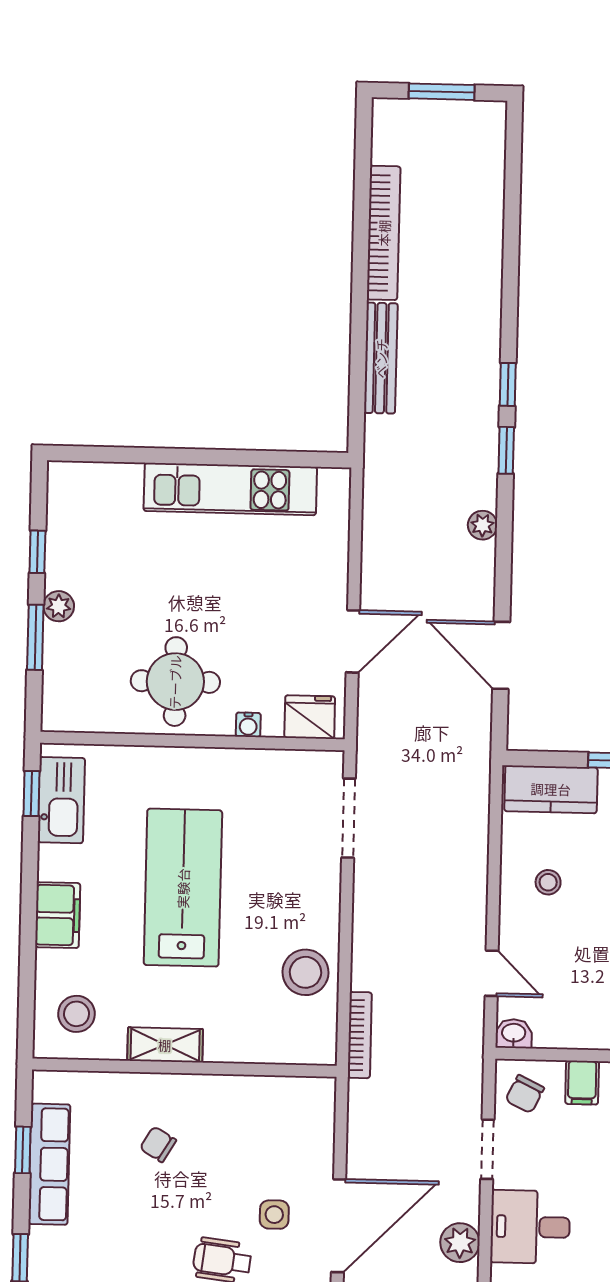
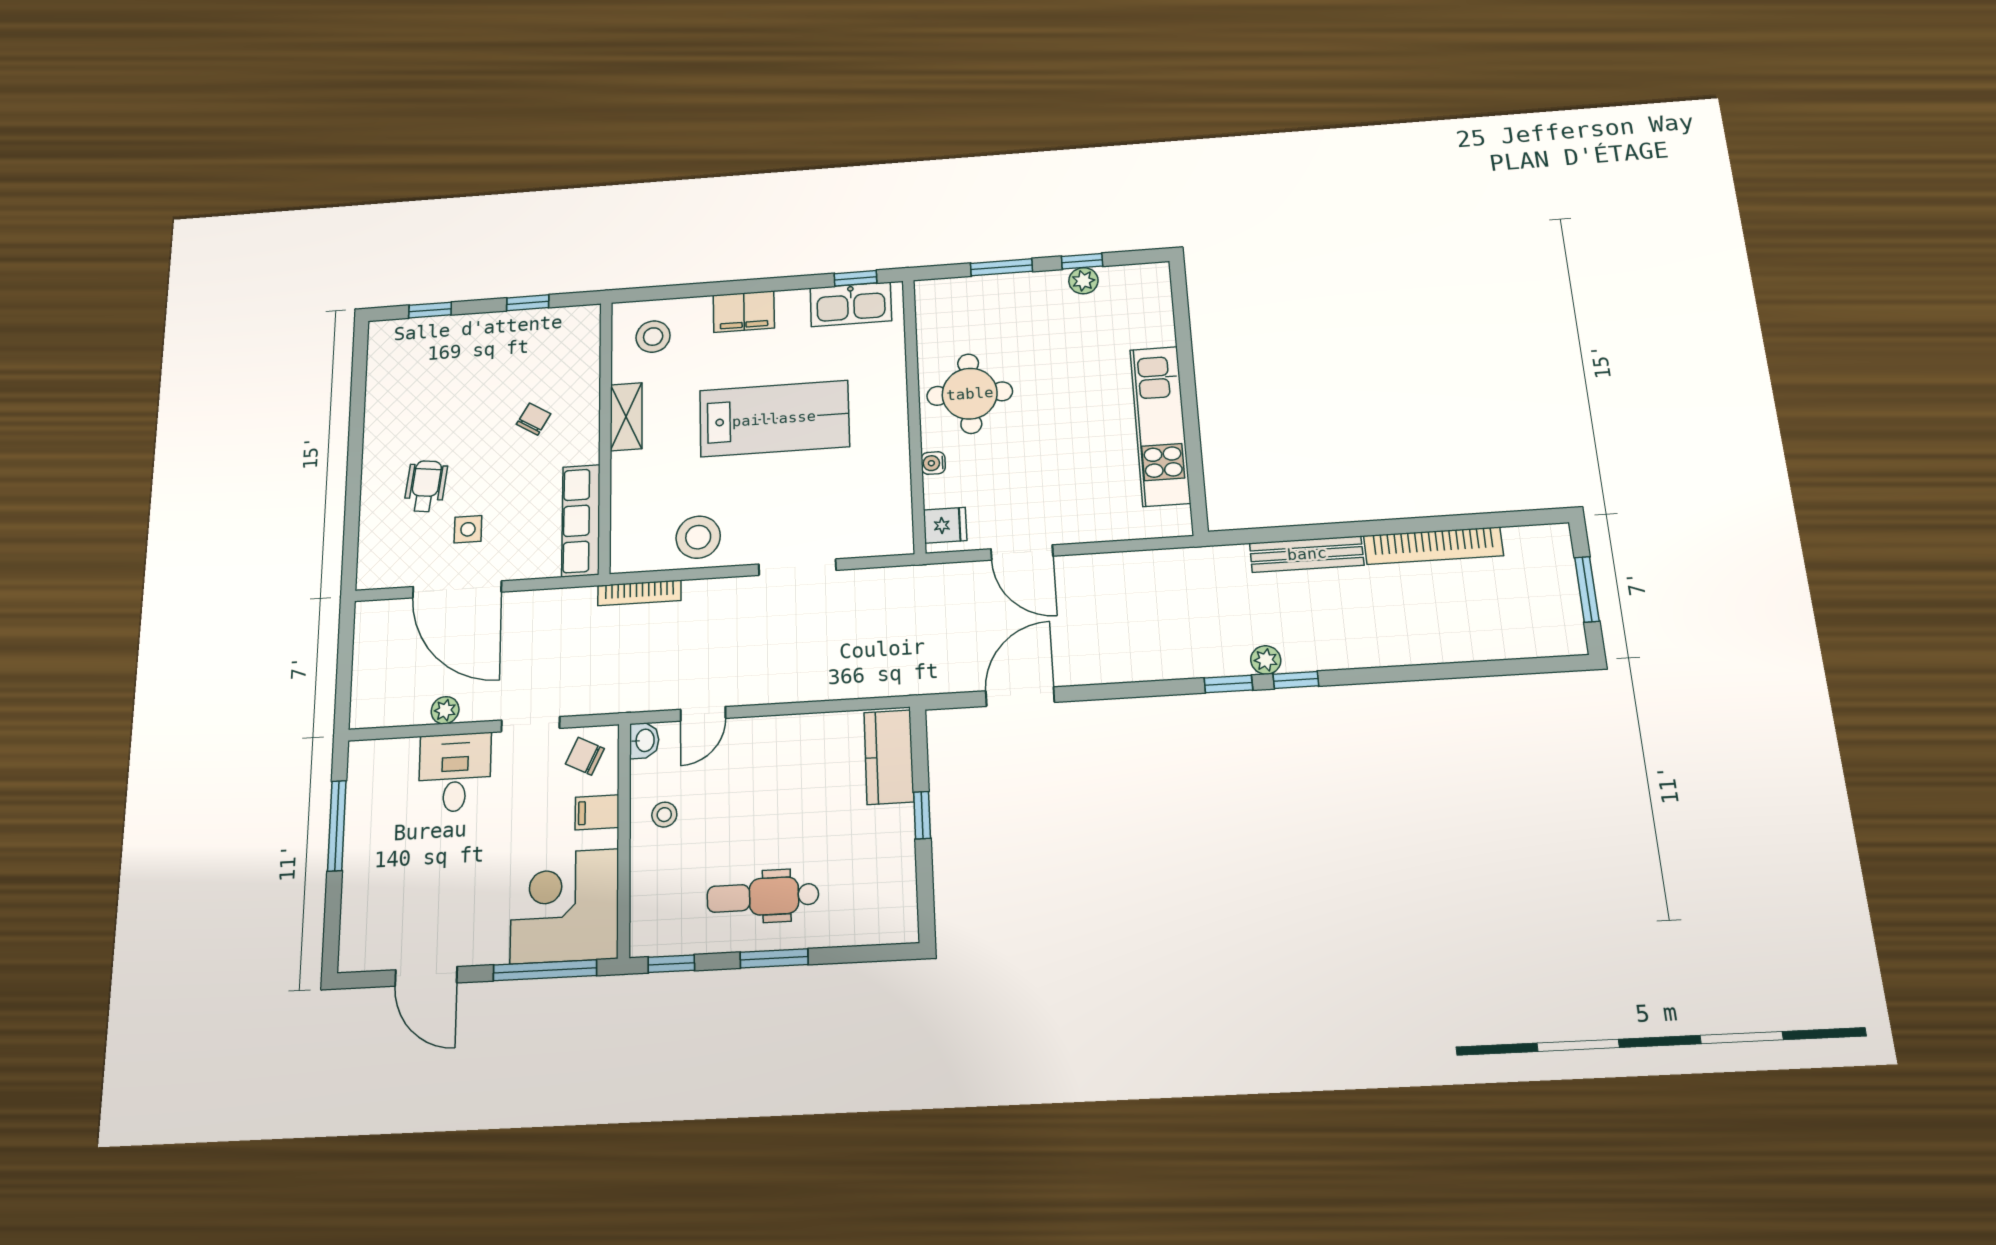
plant: (482, 525) -> (1266, 660), moved
plant: (59, 606) -> (1083, 281), moved
fridge: (310, 717) -> (945, 525), width x0.72
doorway: (349, 818) -> (797, 567), moved
stool: (548, 882) -> (664, 815), moved
row of seats: (49, 1164) -> (581, 520), moved, turned 90
plant: (460, 1243) -> (445, 710), width x0.73, depth x0.73

